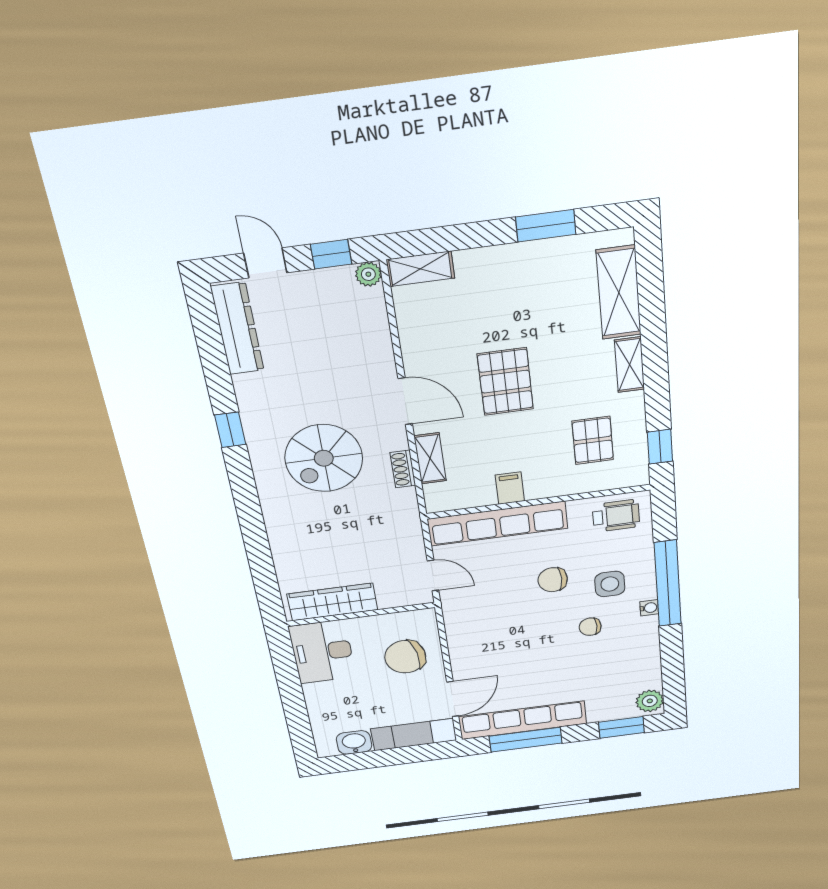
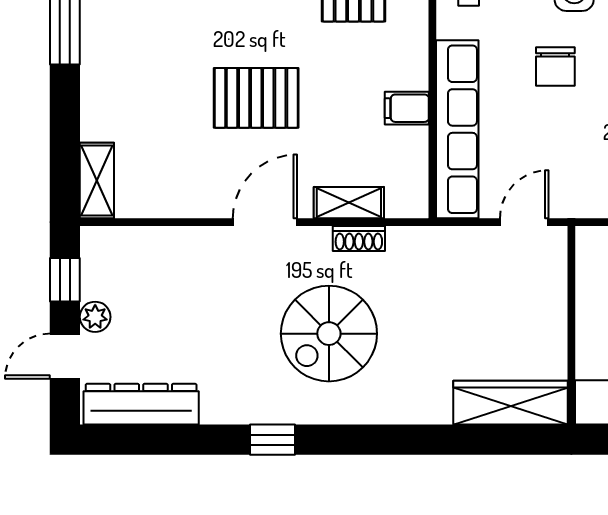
plant: (368, 274) -> (95, 317), moved
spiral stairs: (324, 458) -> (329, 334), turned 90
wardrobe: (332, 602) -> (510, 403), moved, turned 90

